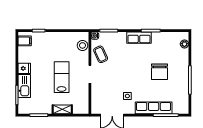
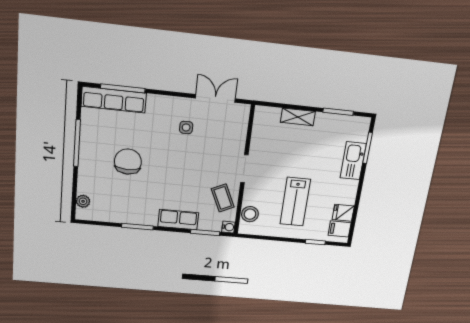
row of seats: (139, 38) -> (178, 220), moved
fridge: (24, 68) -> (343, 213), moved
lab bench: (62, 77) -> (295, 202), moved
row of seats: (154, 108) -> (114, 100), moved

